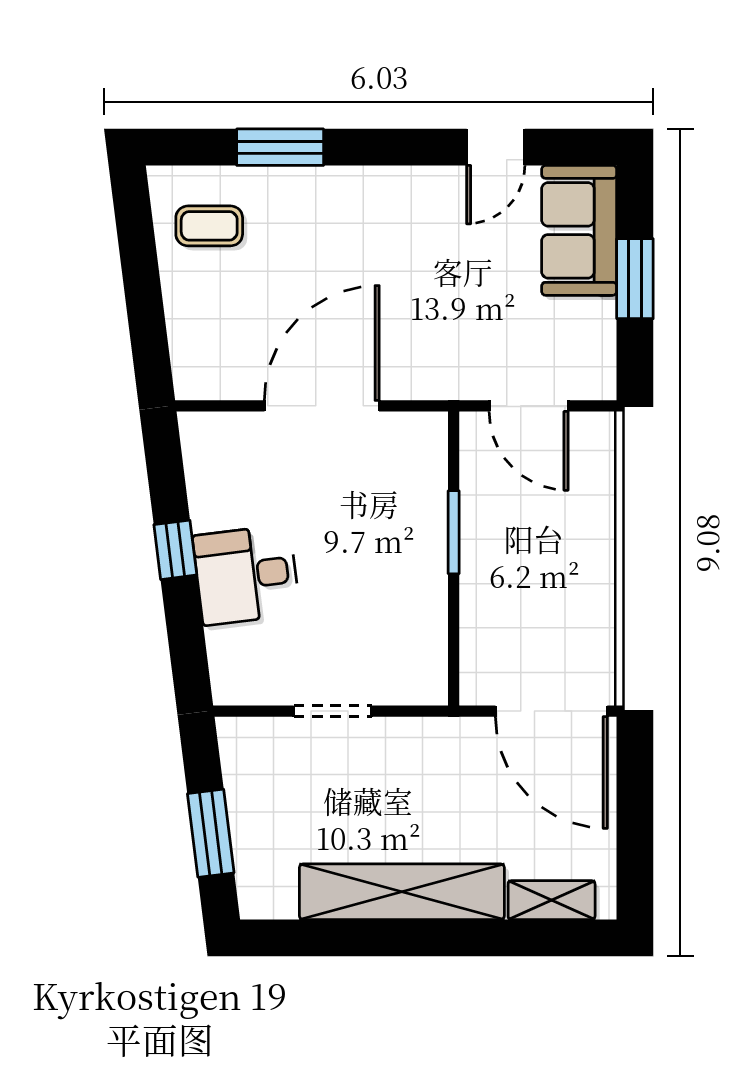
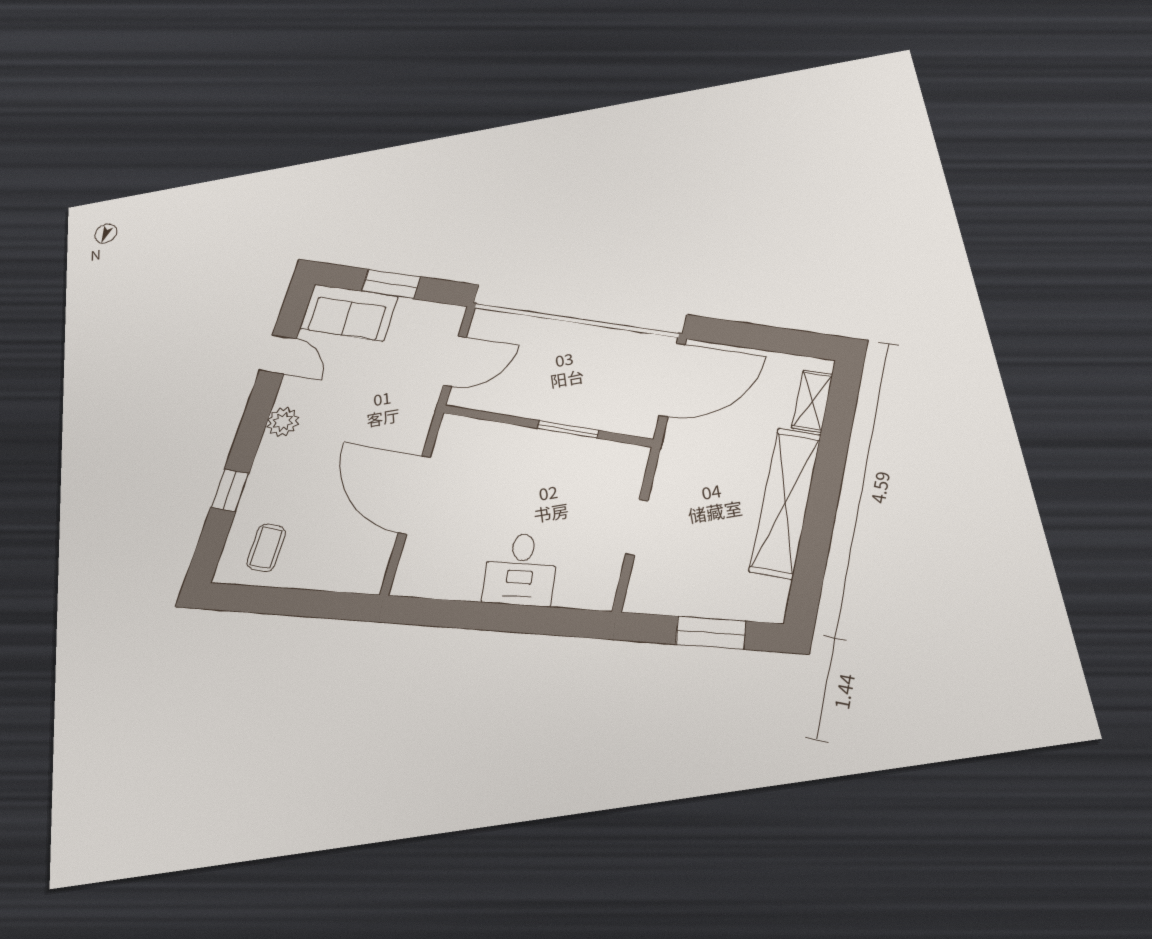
window: (280, 147) -> (230, 490), width x0.67
plant: (394, 189) -> (283, 422), added
window: (454, 532) -> (568, 429), moved
window: (175, 550) -> (488, 616), removed

